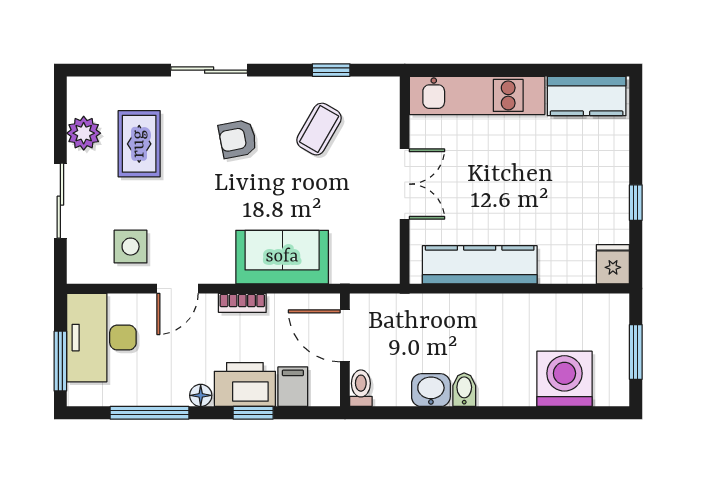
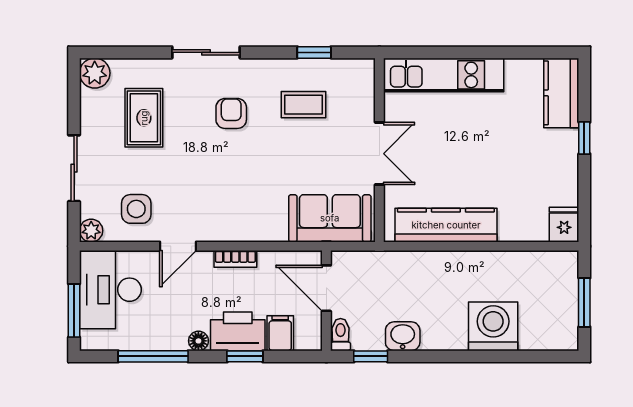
kitchen counter: (587, 96) -> (561, 93), moved, turned 90
coffee table: (319, 129) -> (303, 105), turned 60
plant: (84, 133) -> (95, 73), moved
armchair: (238, 139) -> (231, 113), turned 101
window: (636, 203) -> (584, 138), moved
sofa: (282, 257) -> (330, 218), moved
plant: (80, 271) -> (91, 231), added
washing machine: (564, 379) -> (493, 326), moved
bidet: (464, 390) -> (432, 336), removed
window: (395, 413) -> (371, 356), added

